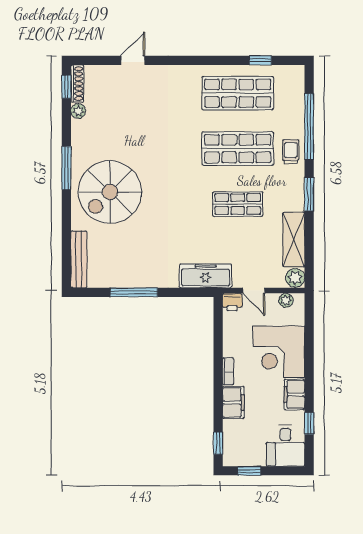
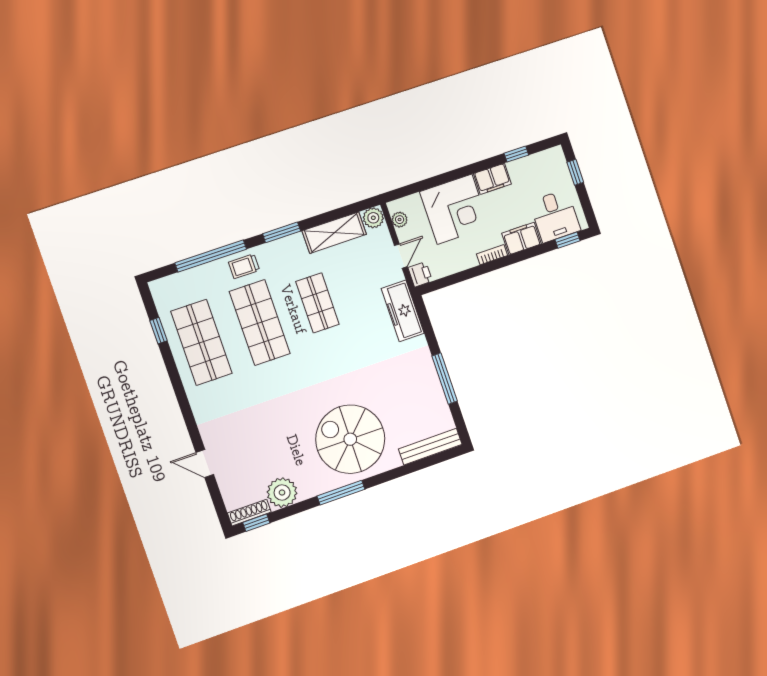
plant: (78, 111) -> (282, 493), width x1.87, depth x1.87
spiral stairs: (110, 192) -> (350, 439), turned 180
desk: (285, 446) -> (555, 216), moved, turned 90
window: (249, 471) -> (575, 172), moved

